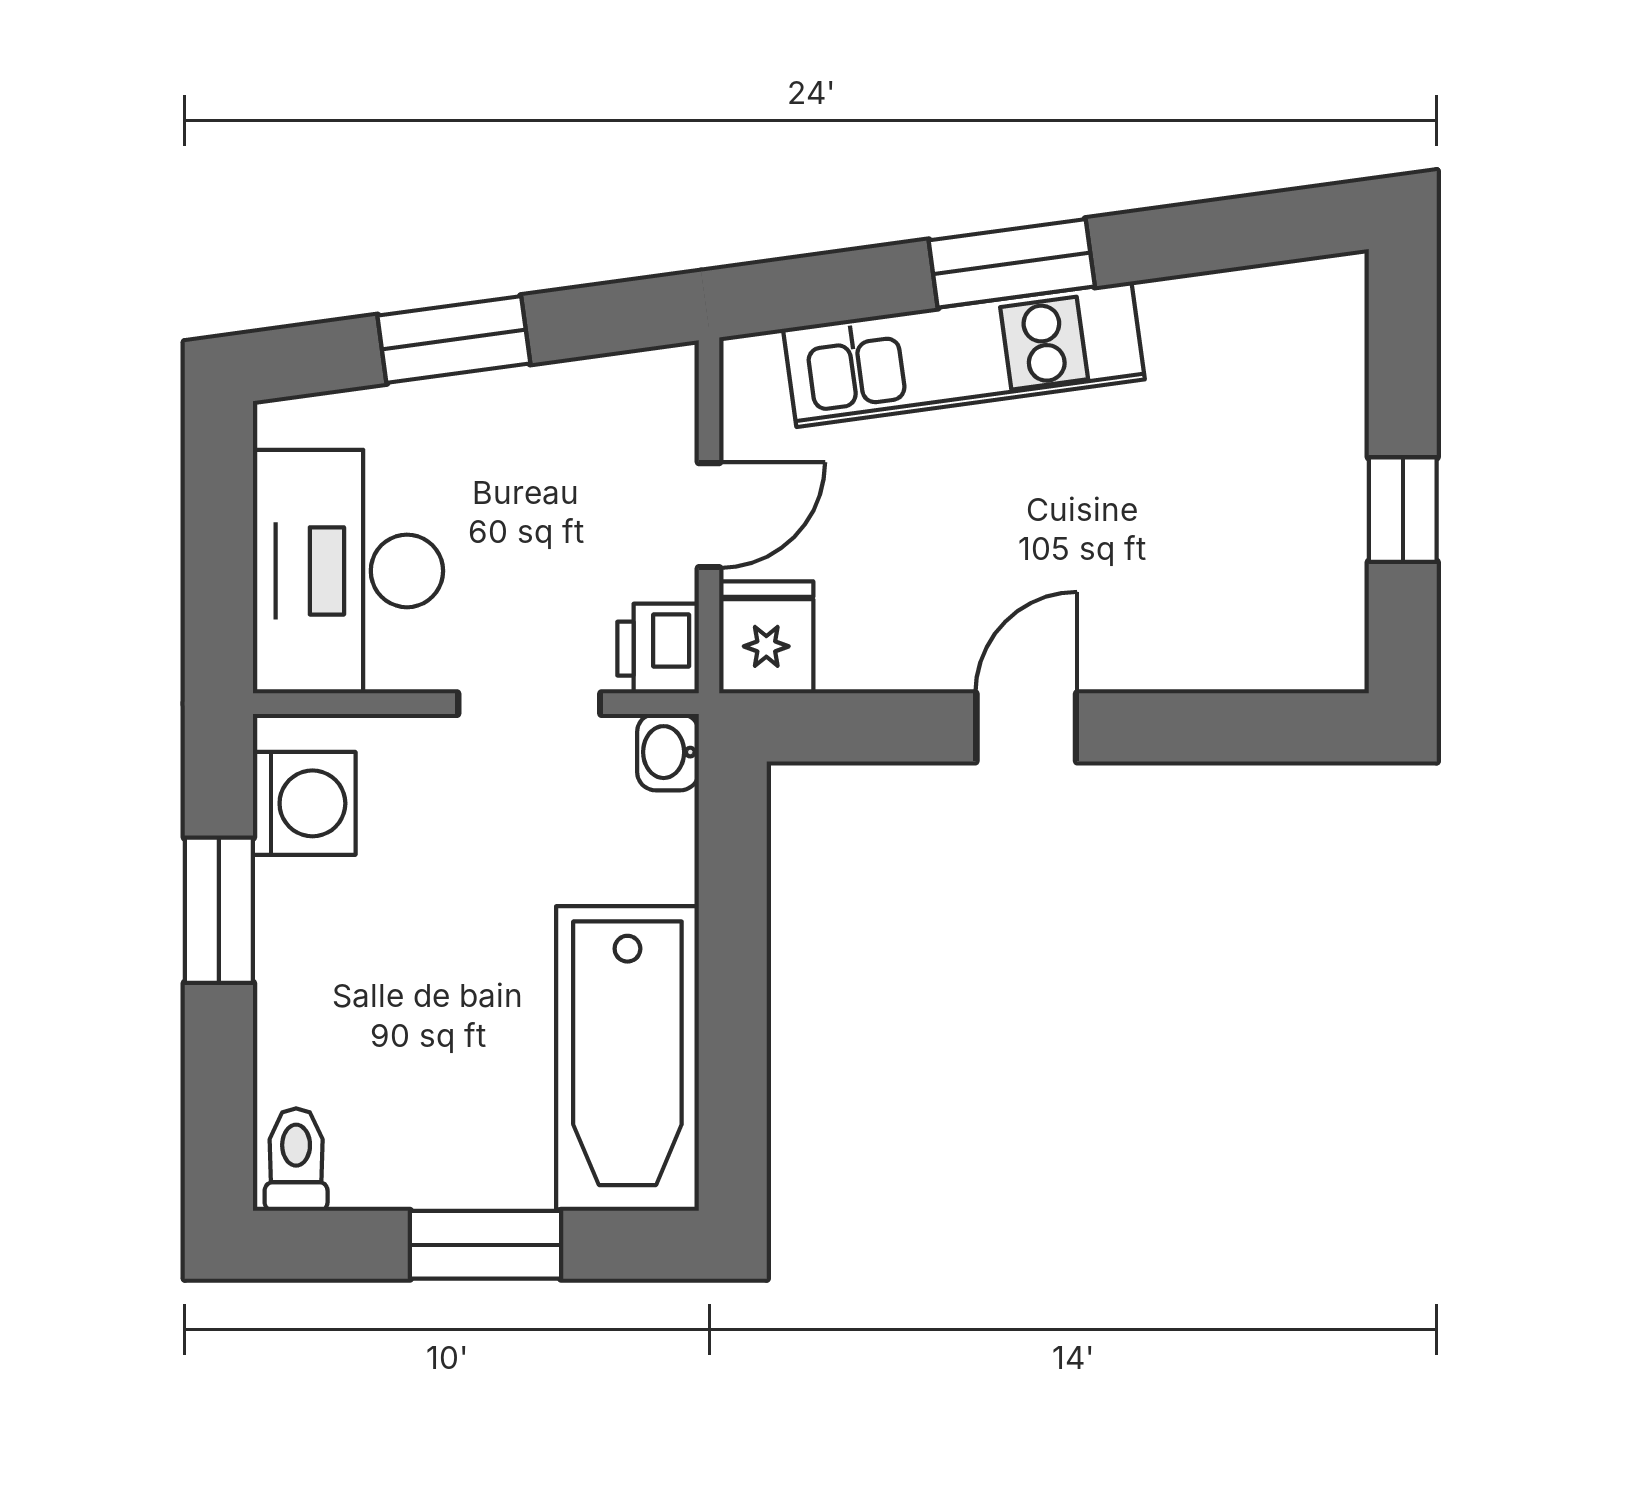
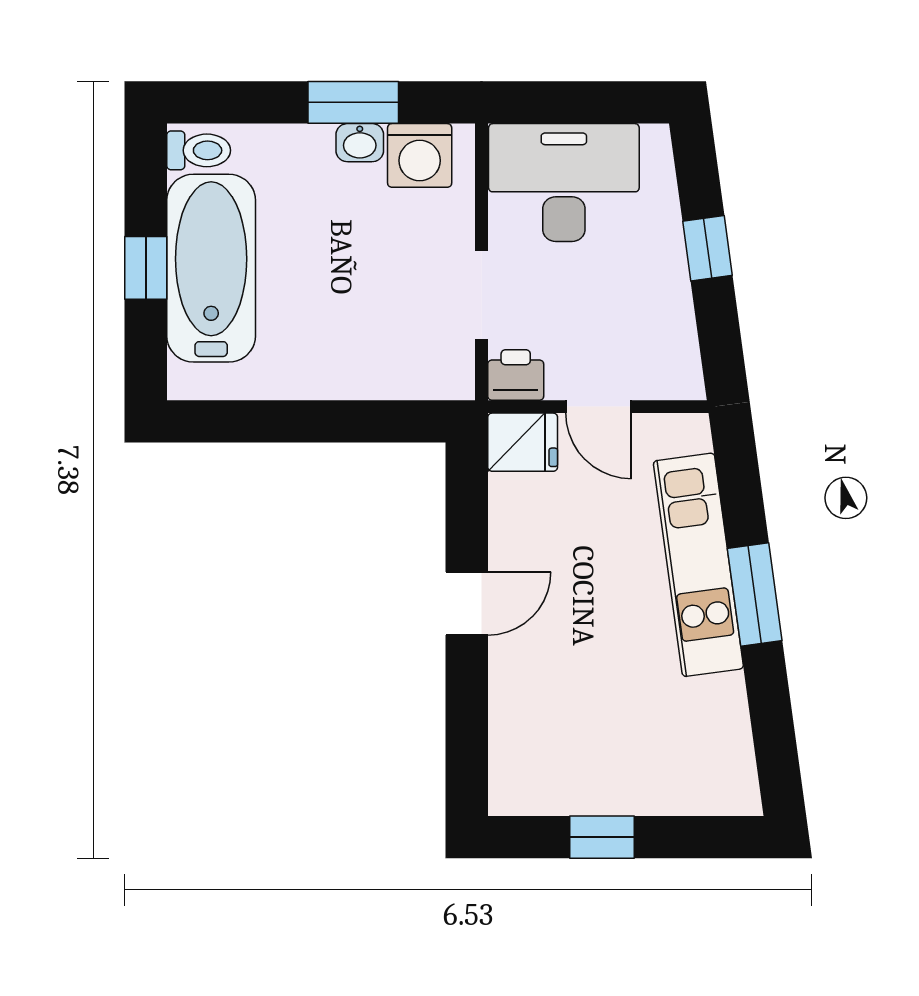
window: (454, 340) -> (707, 248), width x0.67
door: (1026, 727) -> (467, 604), hinge flipped
washbasin: (668, 752) -> (360, 143), moved, turned 180
bathtub: (627, 1058) -> (211, 268), moved, turned 90
window: (486, 1245) -> (146, 268), width x0.67

